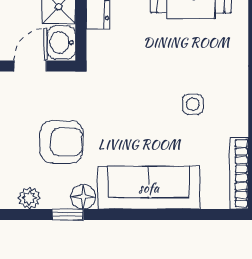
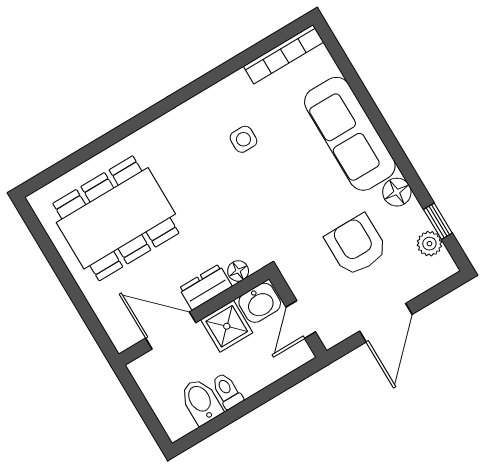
floor lamp: (95, 40) -> (238, 271), added
door: (30, 66) -> (301, 319), hinge flipped
window: (68, 215) -> (438, 221), moved

